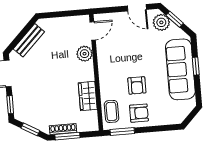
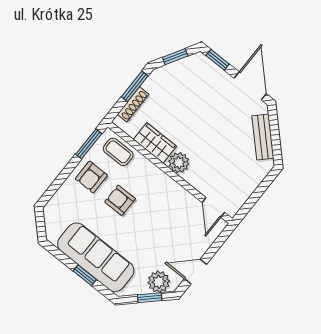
plant: (85, 54) -> (179, 163), moved
shoe rack: (63, 129) -> (133, 104), moved

